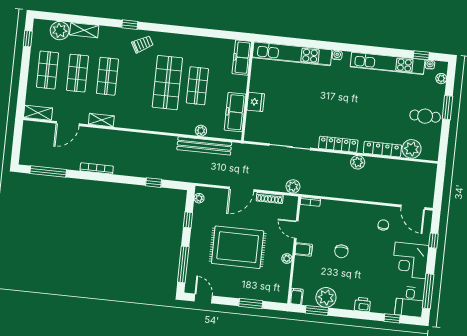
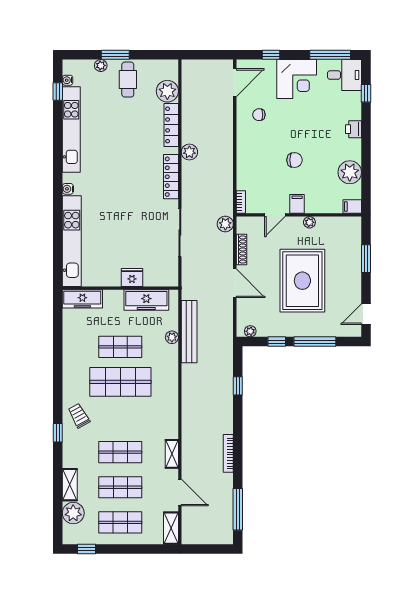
plant: (441, 79) -> (101, 65), moved
window: (183, 264) -> (315, 342), moved
window: (317, 310) -> (366, 181), removed

